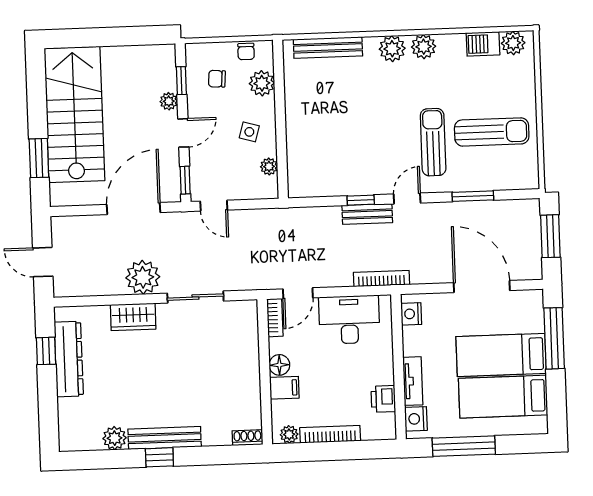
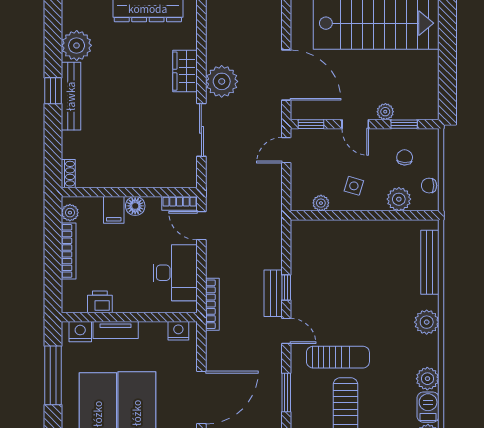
plant: (424, 47) -> (427, 379), moved
plant: (115, 438) -> (77, 45), width x1.36, depth x1.36

